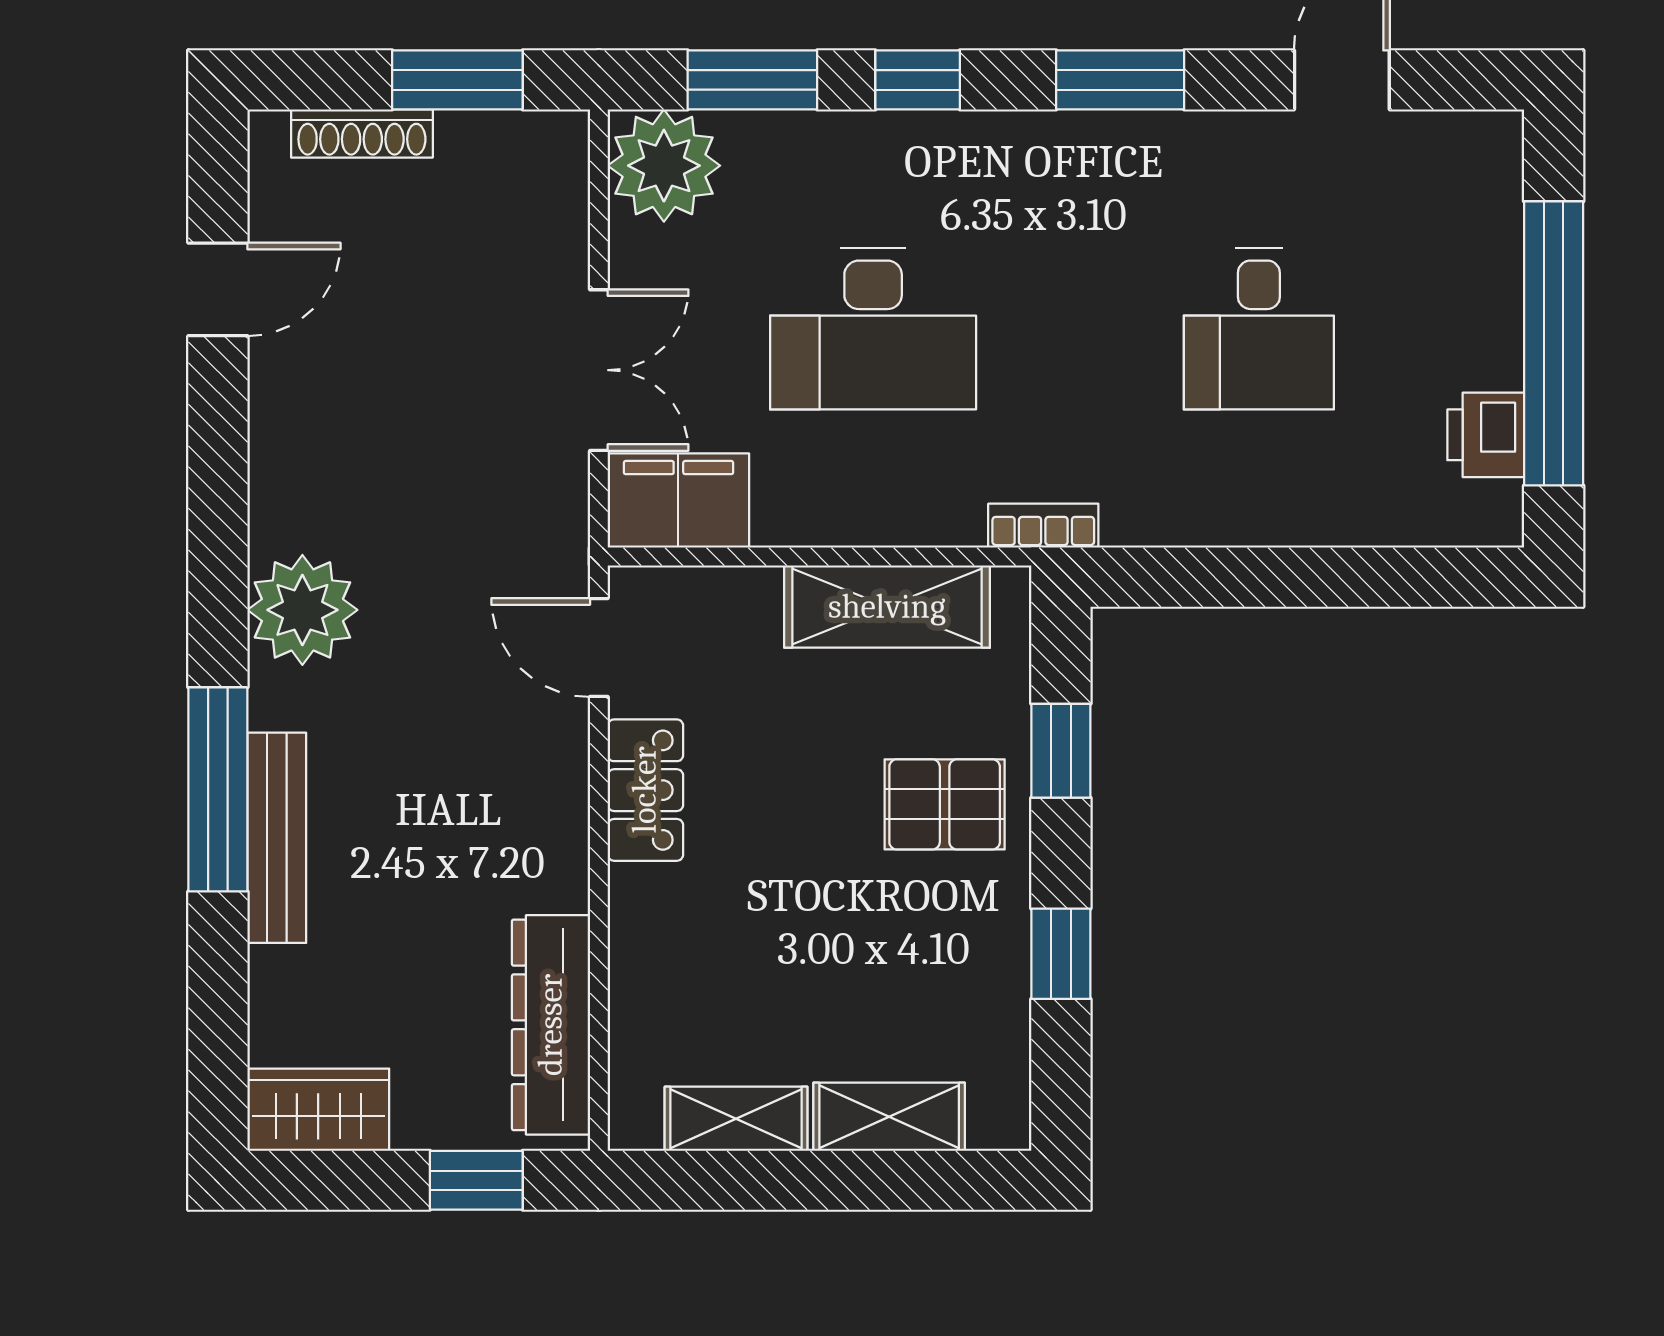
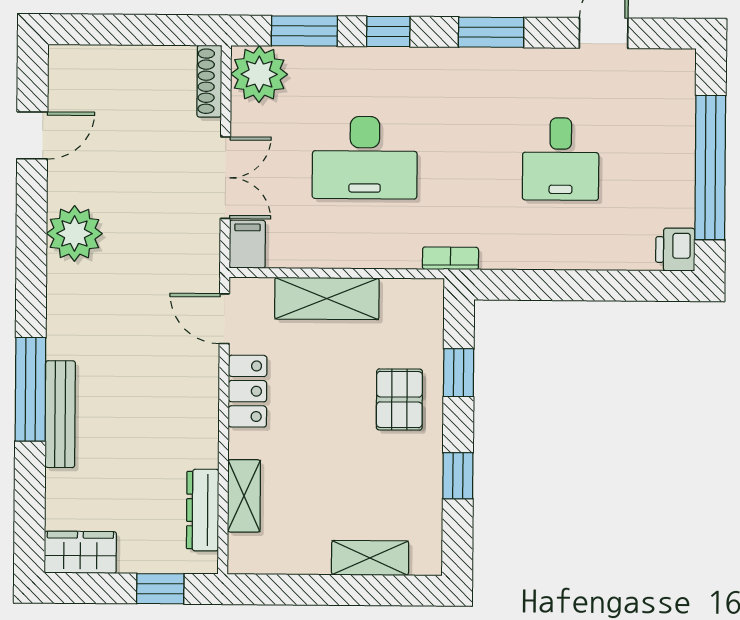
window: (457, 80) -> (155, 30), removed
shoe rack: (362, 133) -> (209, 81), moved, turned 90
printer: (1486, 435) -> (675, 250), moved
filing cabinet: (678, 501) -> (247, 244), width x0.50
shelving: (887, 607) -> (327, 299), moved
plant: (302, 610) -> (74, 233), moved
pallet: (945, 804) -> (399, 399), turned 90
dresser: (551, 1025) -> (203, 510), width x0.73, depth x0.80
shelving: (736, 1119) -> (244, 496), moved, turned 90

